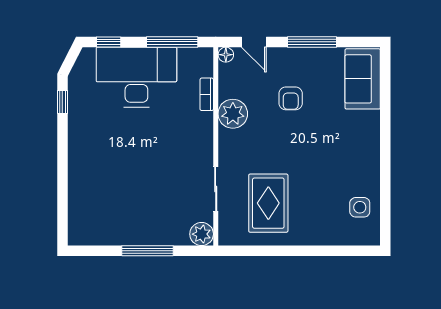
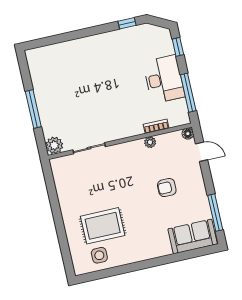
door: (254, 42) -> (202, 152), swing flipped
window: (312, 42) -> (215, 213), moved
desk: (136, 77) -> (164, 79), width x0.73, depth x0.77
plant: (233, 114) -> (150, 142), width x0.53, depth x0.53
rug: (268, 203) -> (103, 226), moved

